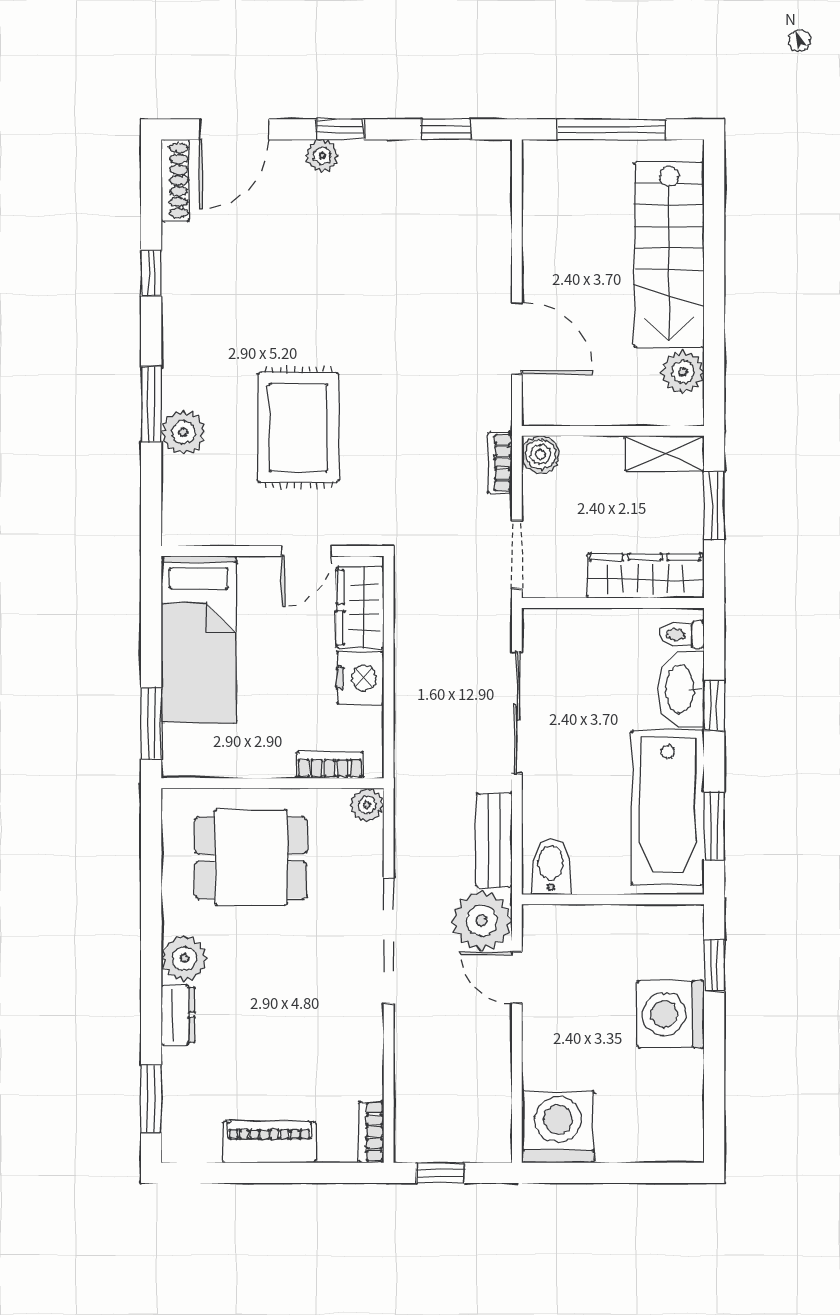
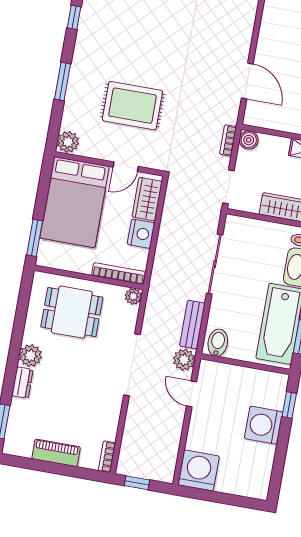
rug: (298, 427) -> (132, 106), turned 90
plant: (183, 432) -> (68, 142), moved
bed: (199, 639) -> (75, 202), width x1.50
bookcase: (330, 765) -> (118, 274), width x1.56
plant: (482, 920) -> (184, 360), width x0.73, depth x0.73

